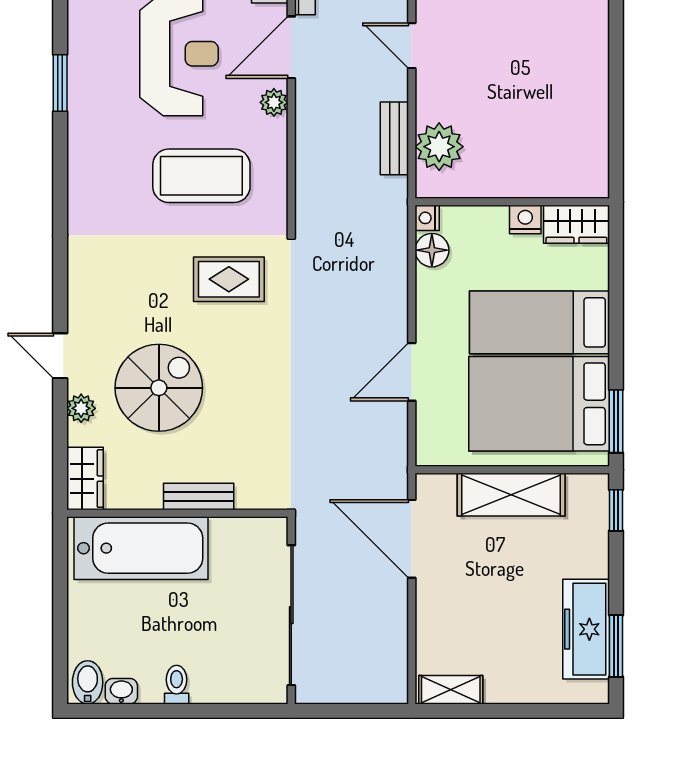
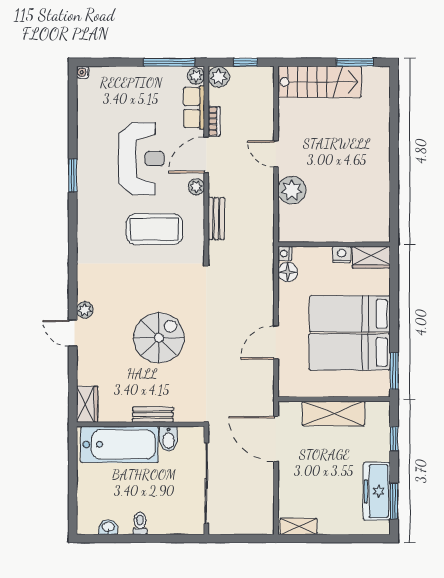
bench: (394, 138) -> (216, 218), moved
plant: (439, 147) -> (292, 190), moved
rug: (229, 279) -> (170, 289), removed
spiral stairs: (159, 388) -> (159, 338), moved
bed: (539, 404) -> (350, 352), width x0.67
plant: (81, 408) -> (85, 310), moved
window: (616, 510) -> (394, 439), moved
bidet: (88, 682) -> (168, 439), moved, turned 180

